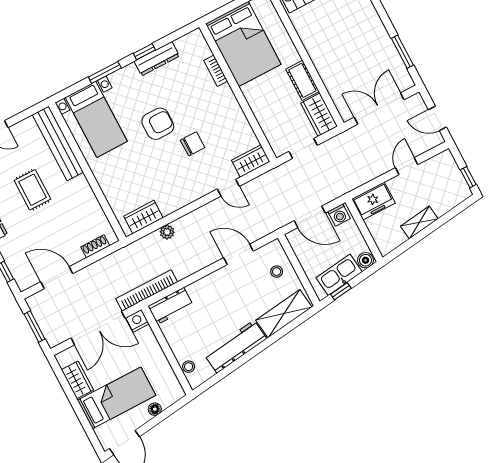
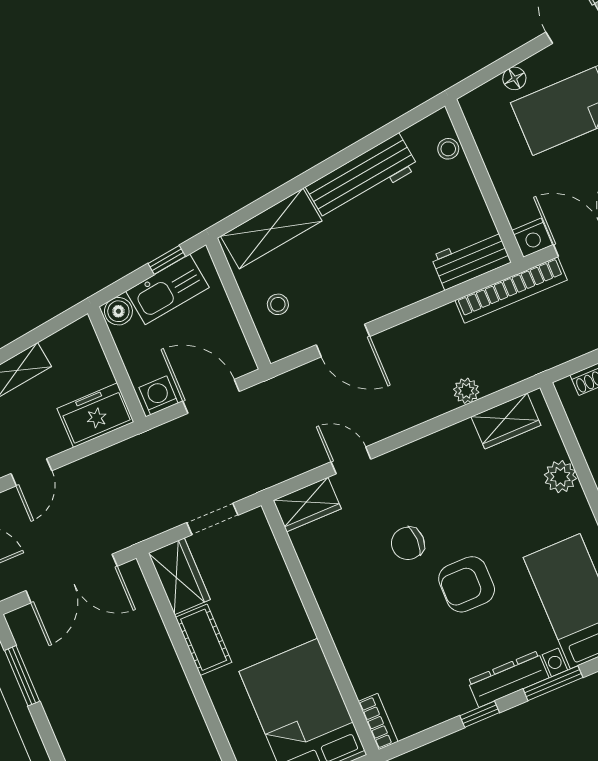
dresser: (157, 59) -> (508, 679), moved
bookcase: (216, 71) -> (378, 722), moved
plant: (110, 188) -> (560, 477), added

